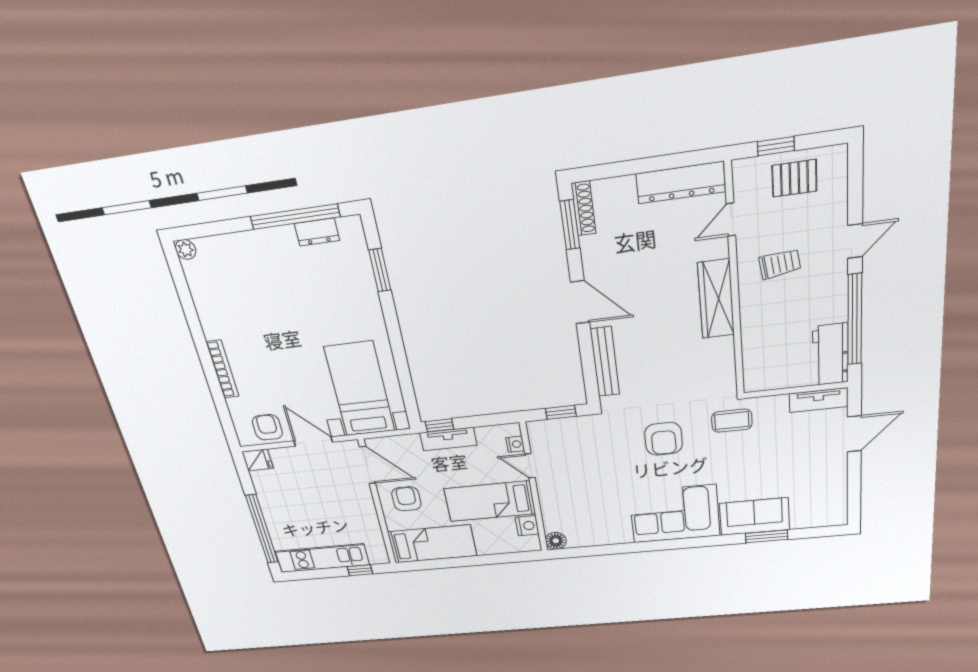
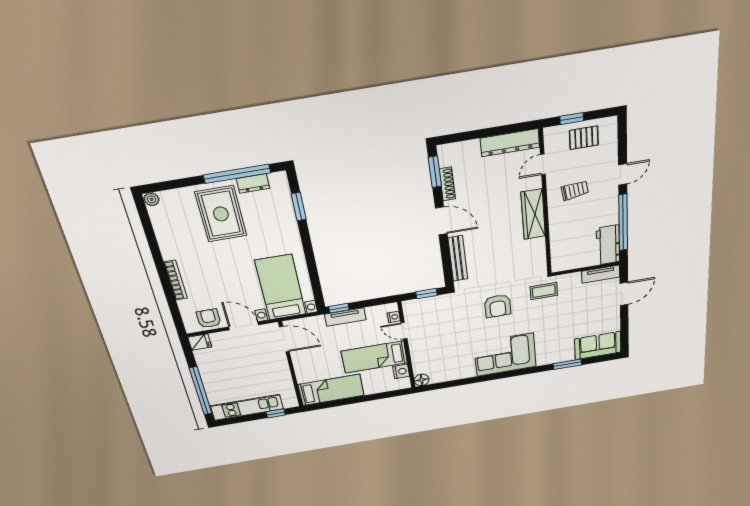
shoe rack: (584, 208) -> (447, 184), moved
rug: (276, 276) -> (221, 214), added
armchair: (406, 499) -> (313, 360), removed
sofa: (754, 517) -> (598, 346), moved

